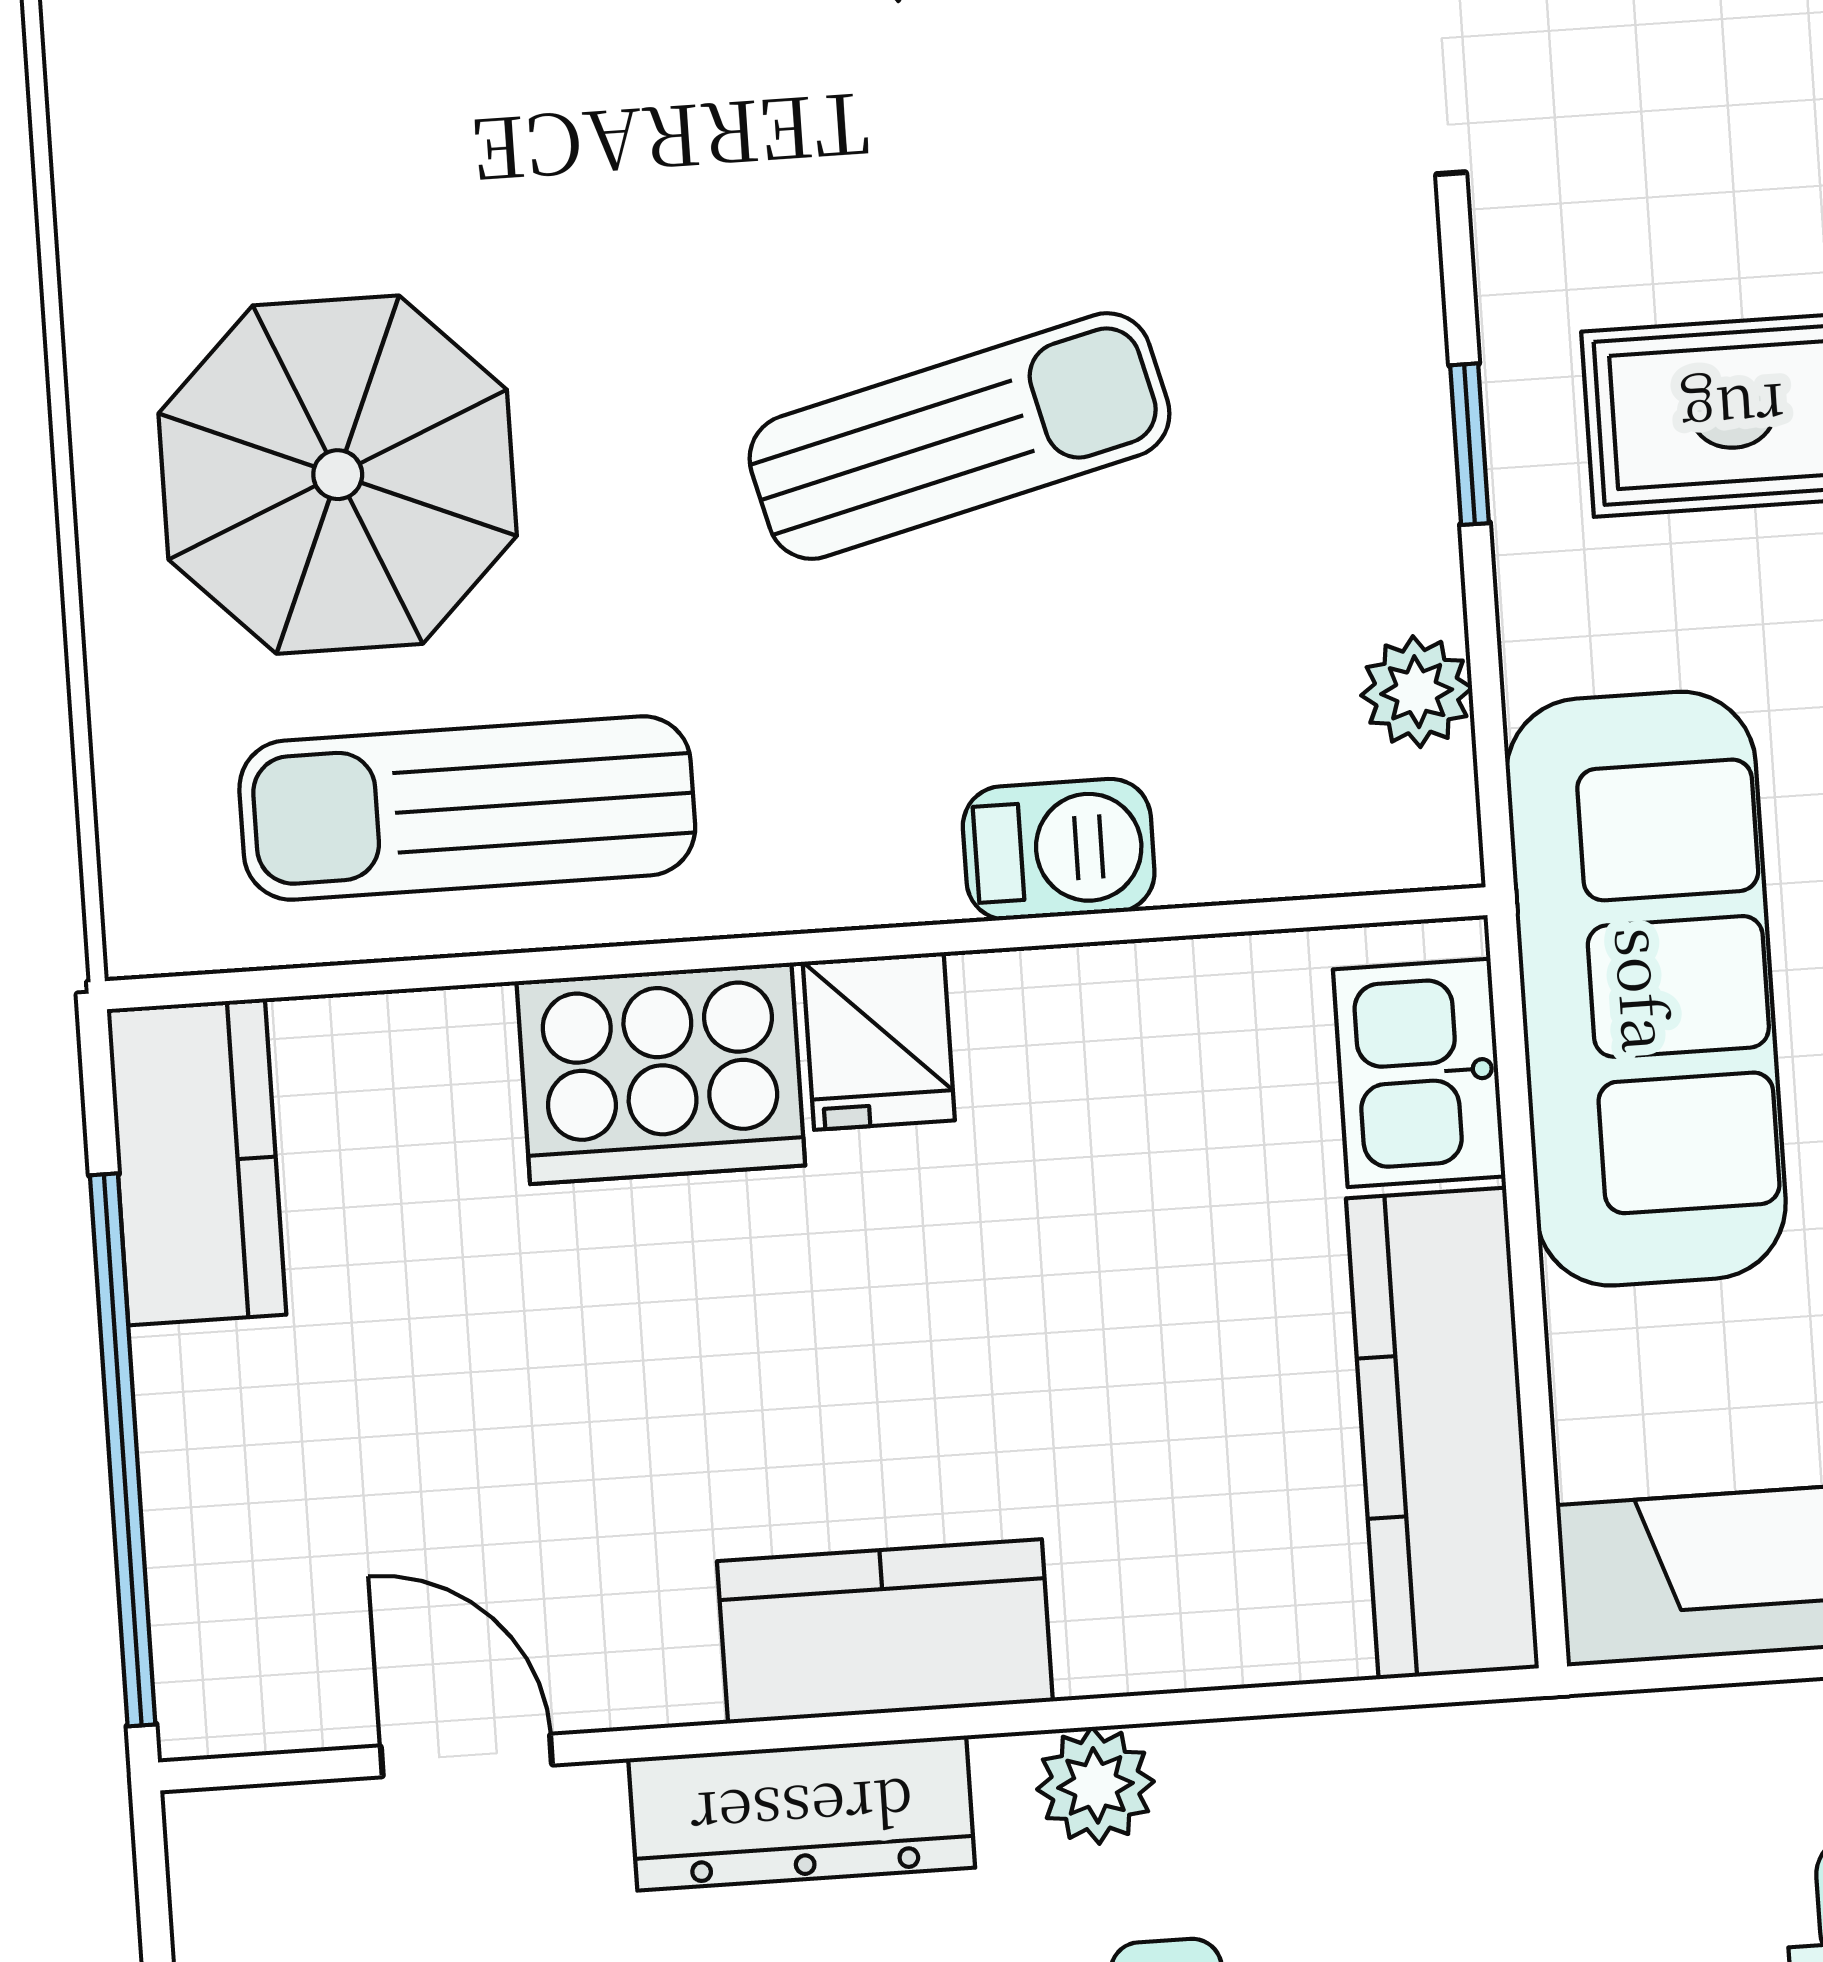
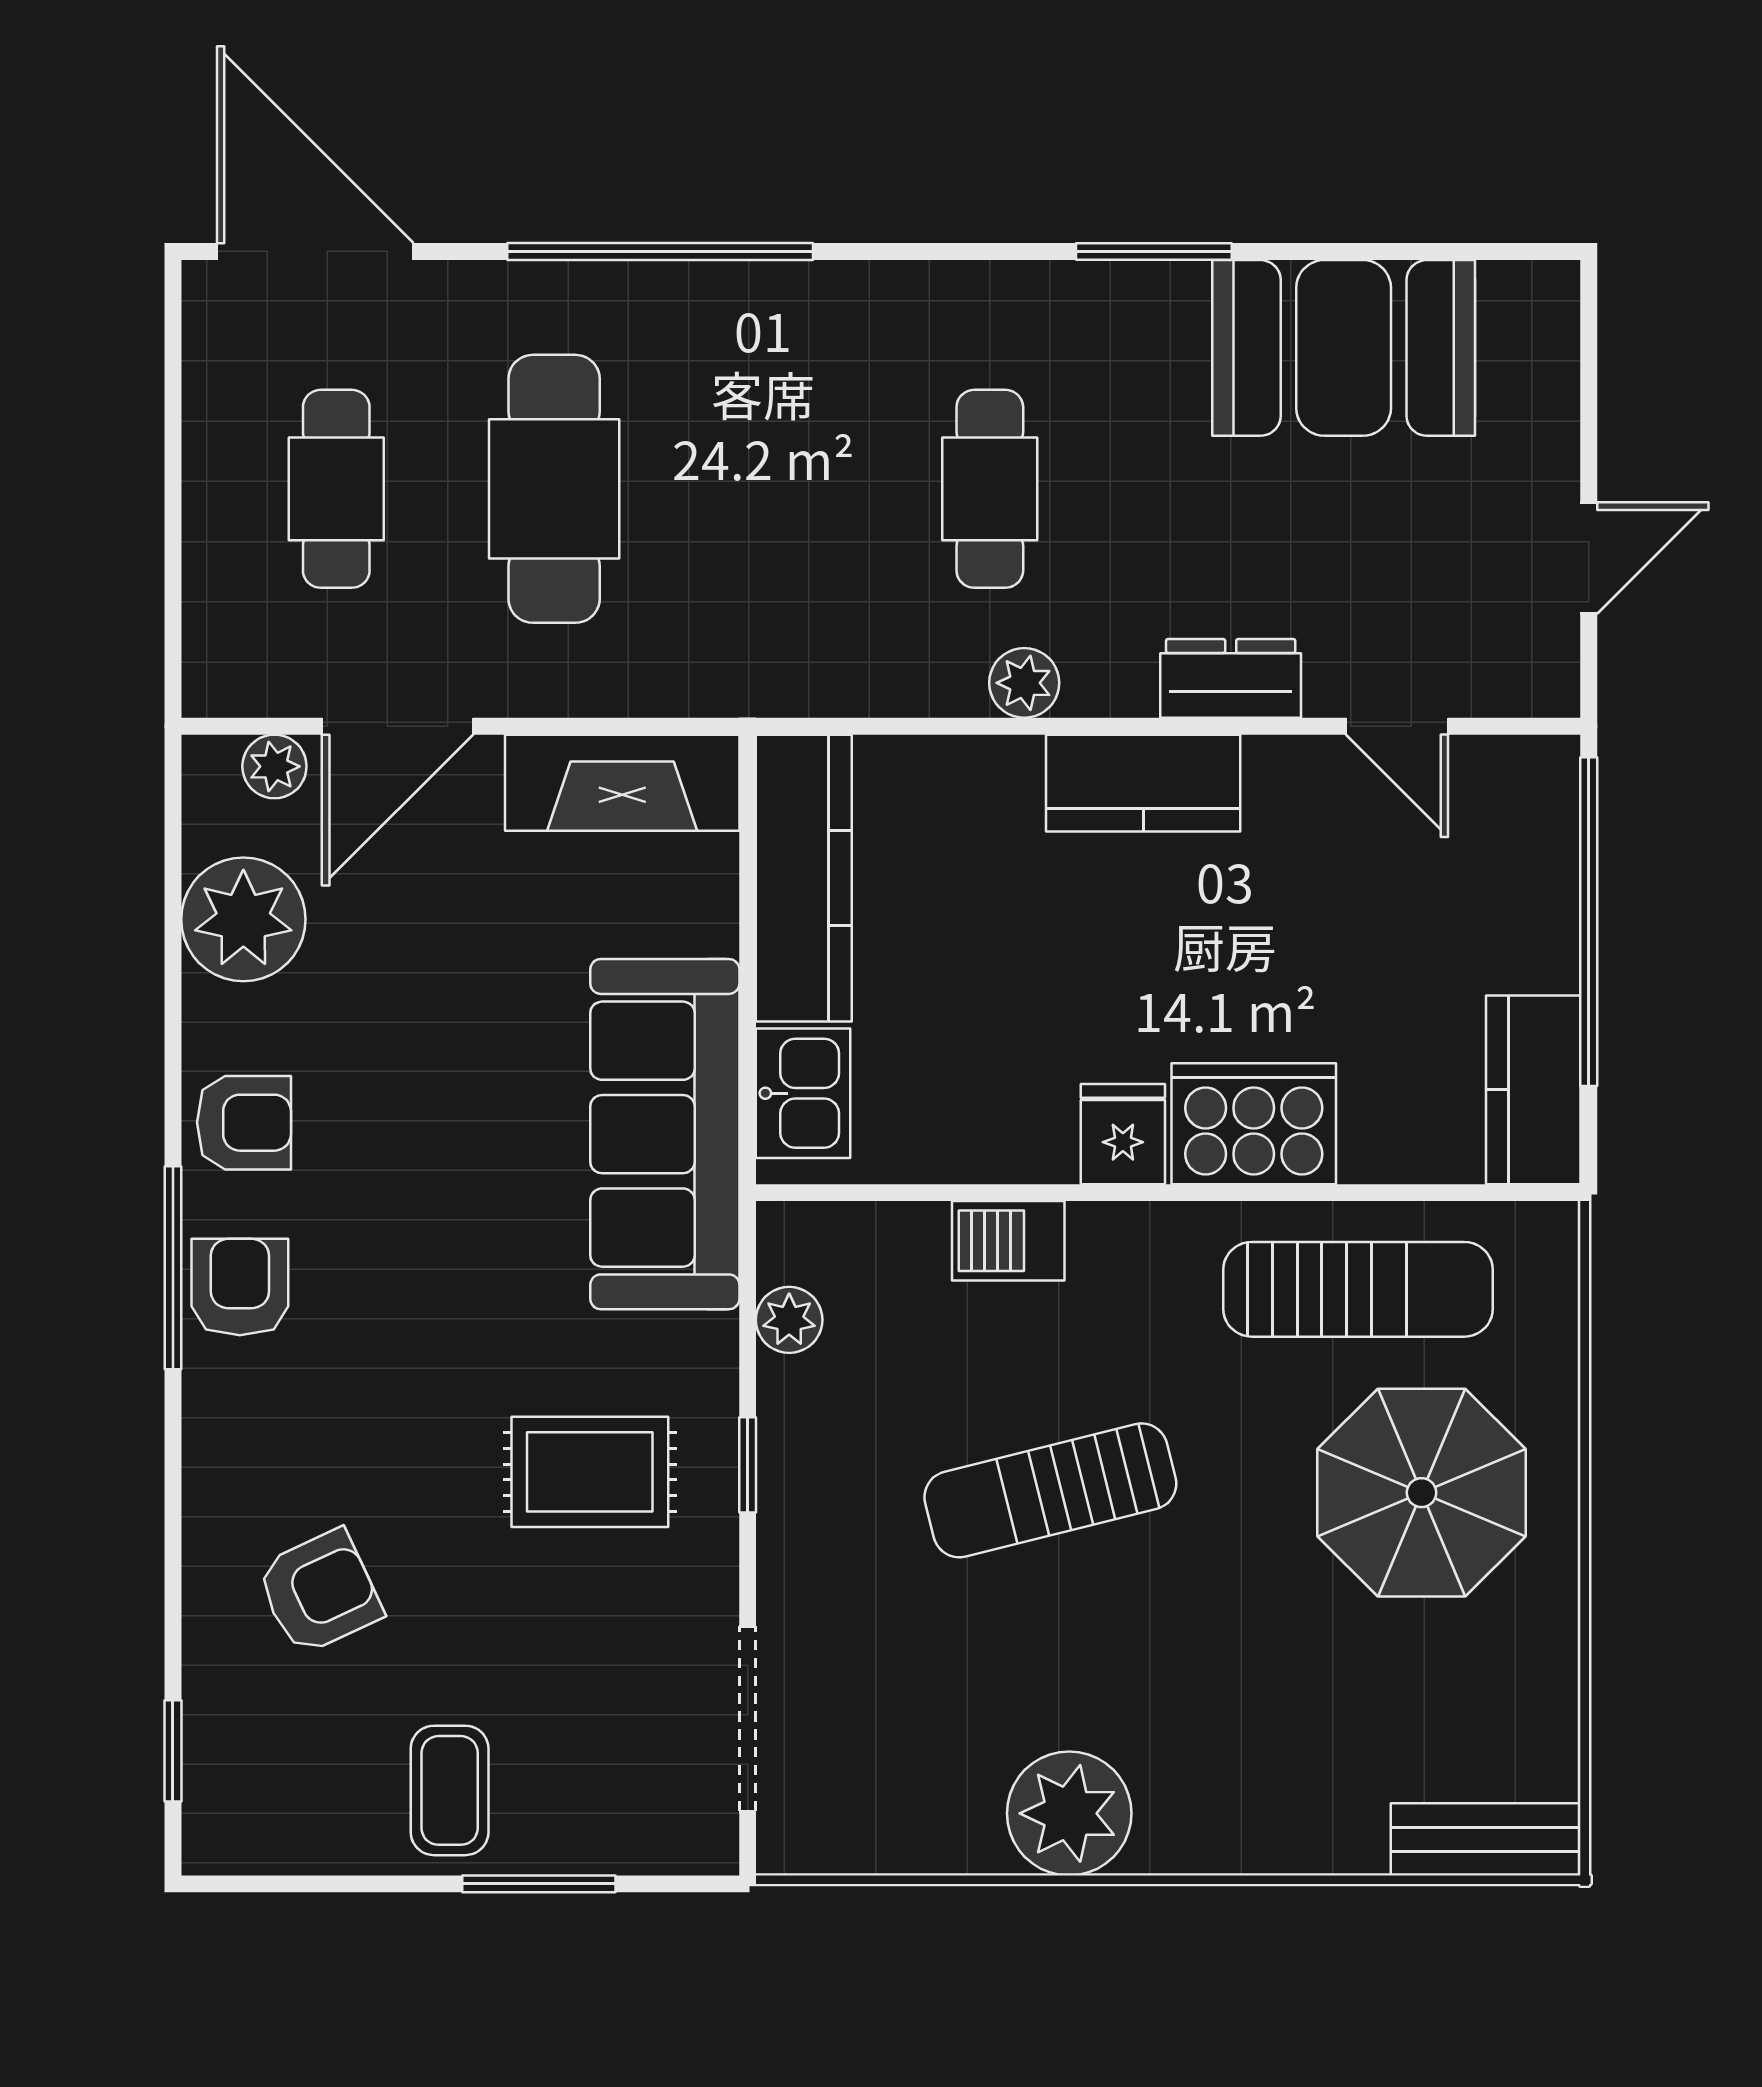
dresser: (802, 1813) -> (1231, 678), width x0.70

